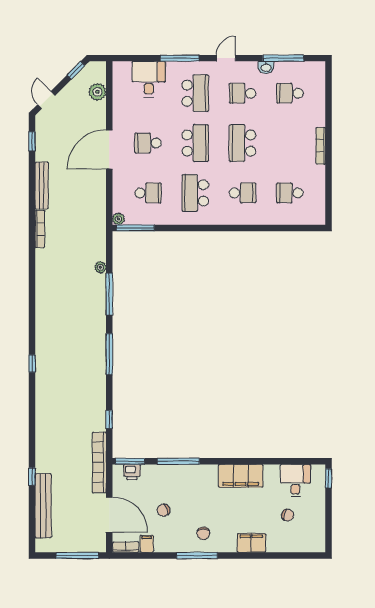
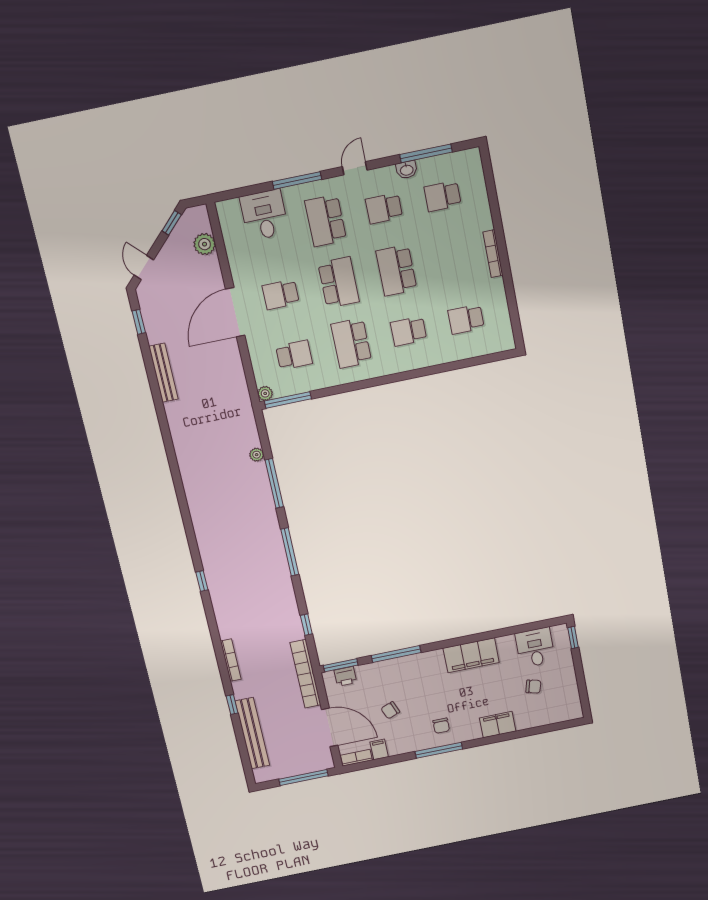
school desk: (195, 93) -> (326, 221), turned 180
school desk: (243, 193) -> (409, 331), turned 180
bookcase: (40, 229) -> (231, 660), moved

